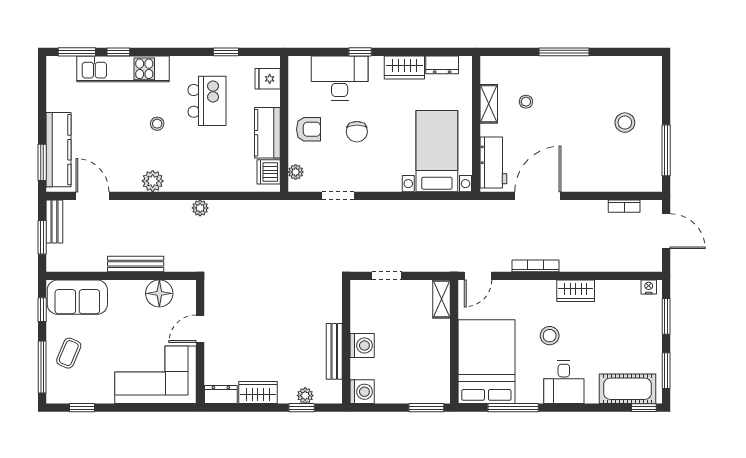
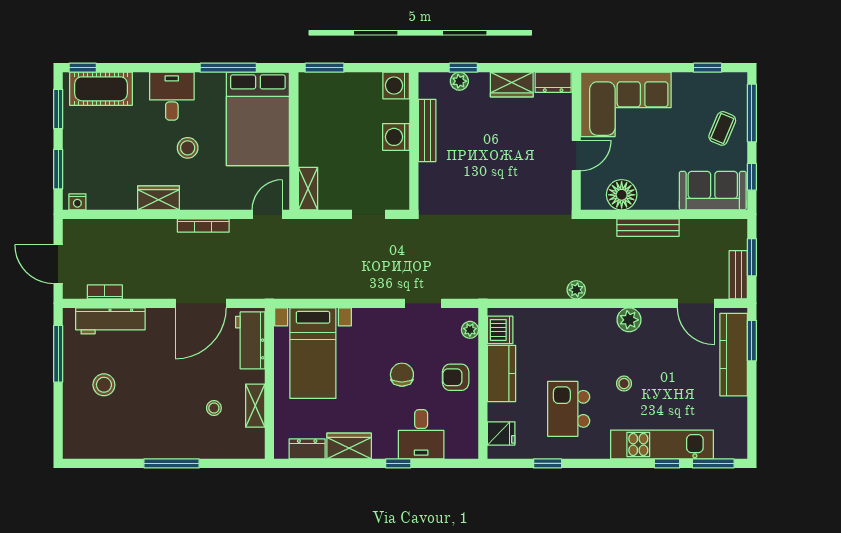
desk: (340, 78) -> (421, 434), width x0.73
workbench: (619, 180) -> (110, 321), added

